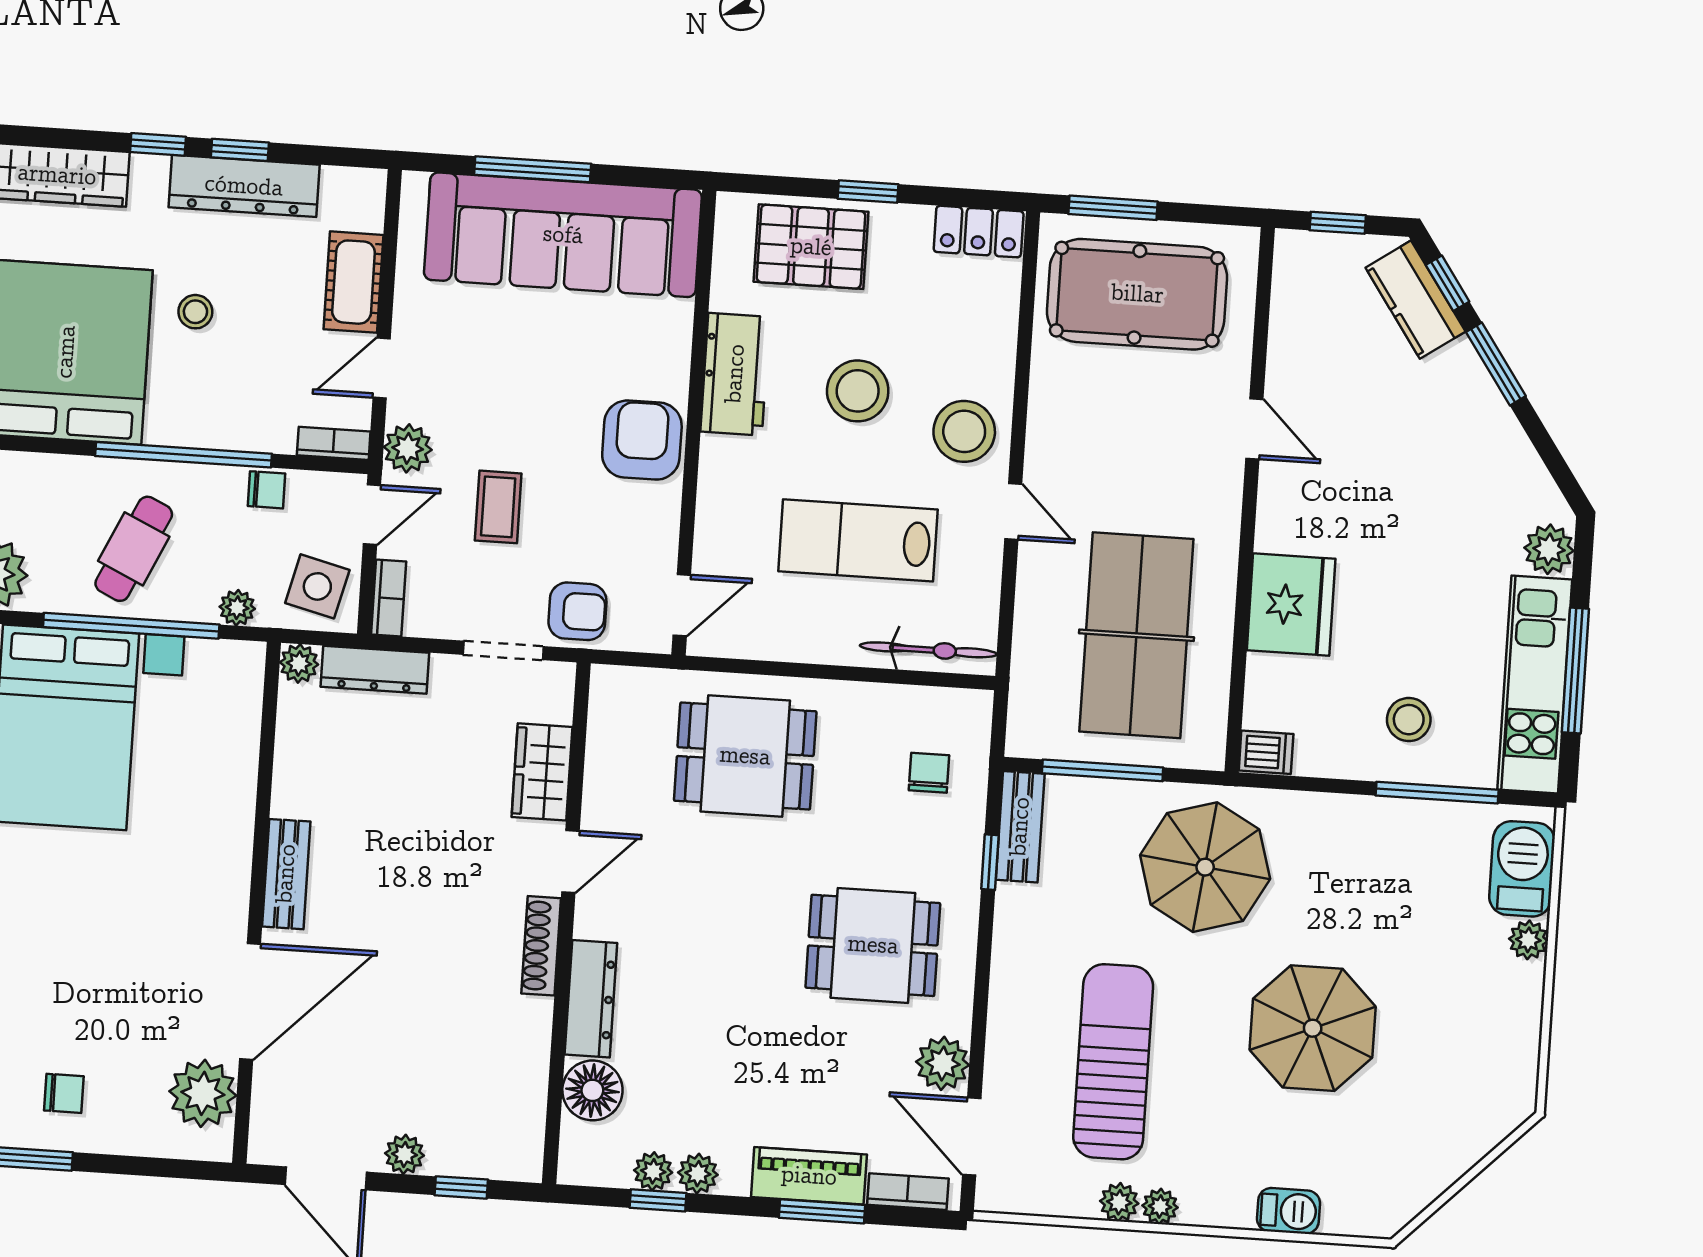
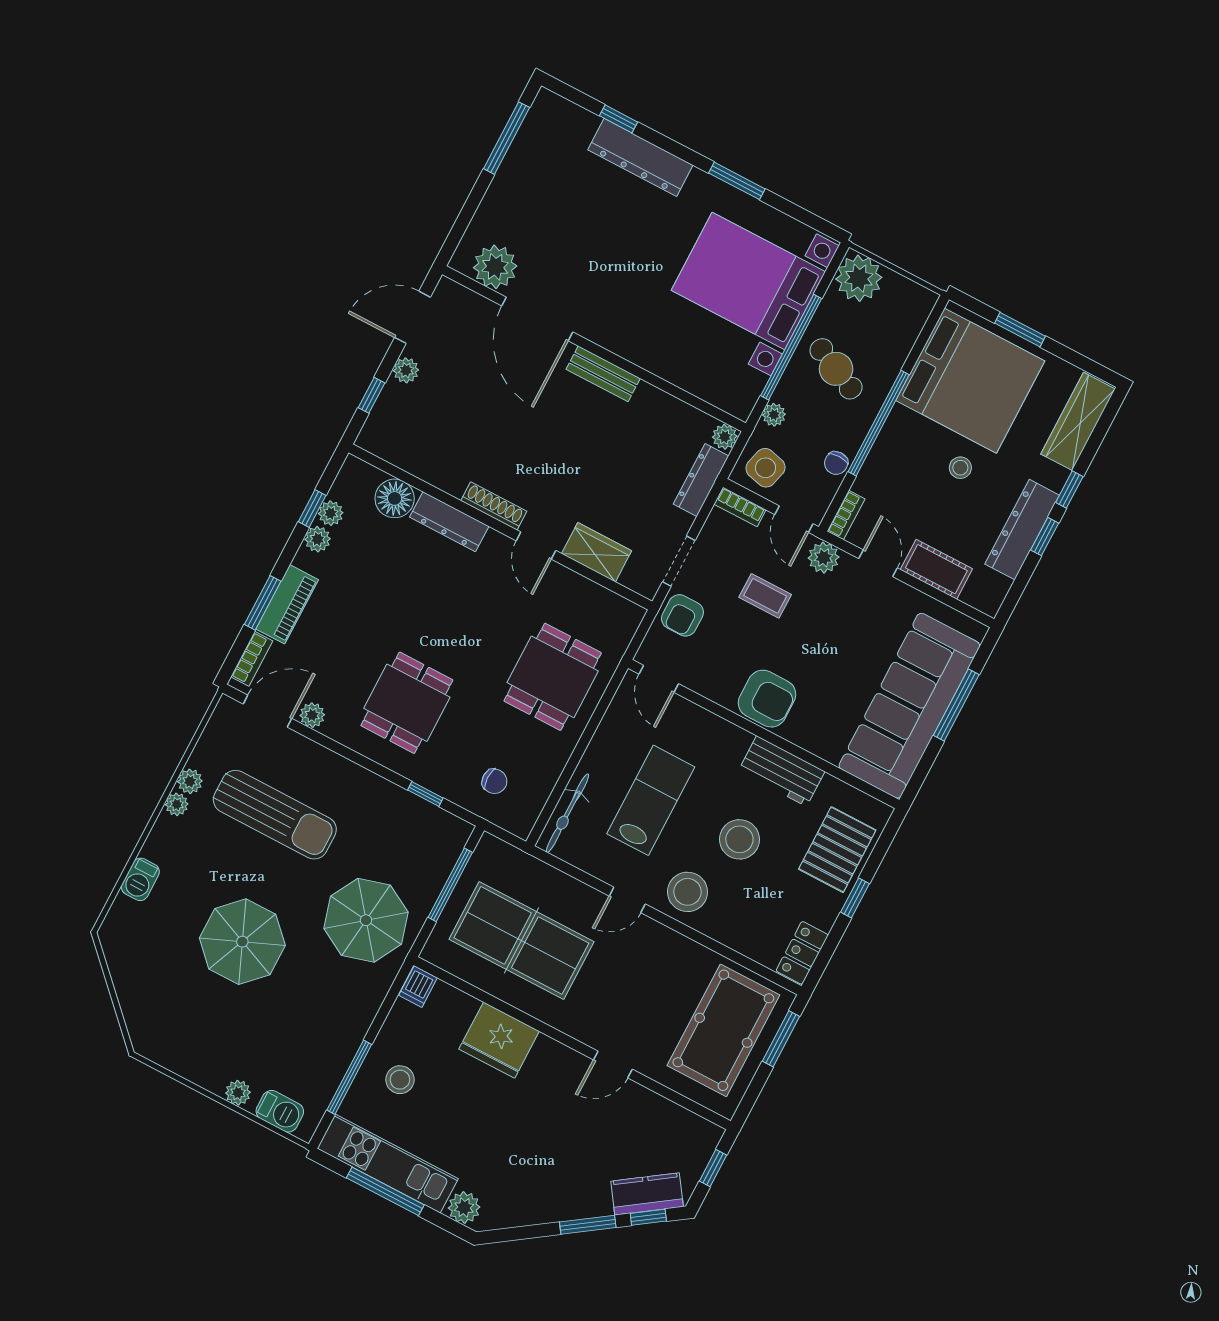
bench: (1020, 827) -> (438, 821), removed
barbecue: (1522, 869) -> (280, 1111), width x0.73, depth x0.79
plant: (943, 1063) -> (312, 715), width x0.73, depth x0.73
chair: (64, 1093) -> (532, 184), removed

